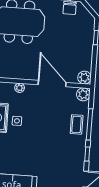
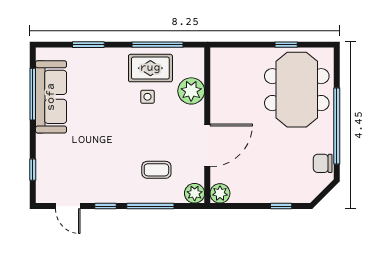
plant: (20, 88) -> (191, 91), width x1.88, depth x1.88
coffee table: (77, 124) -> (156, 170), moved

